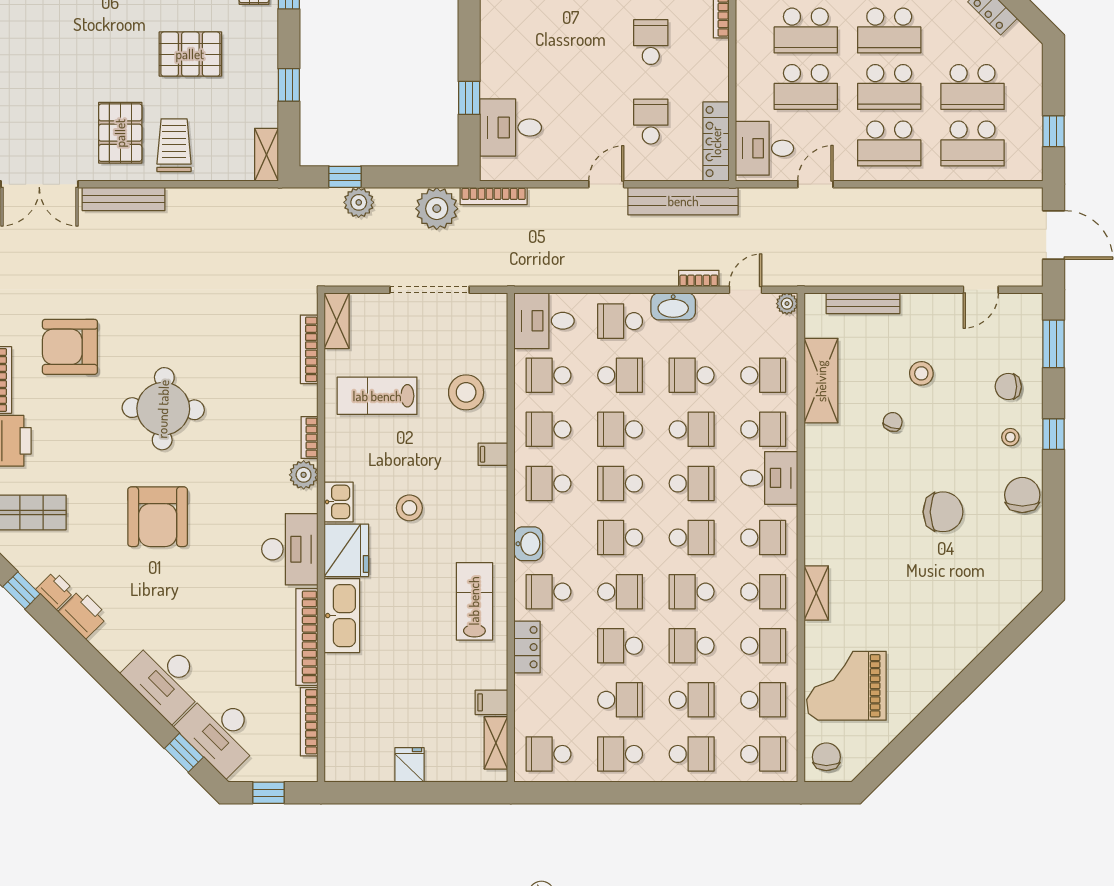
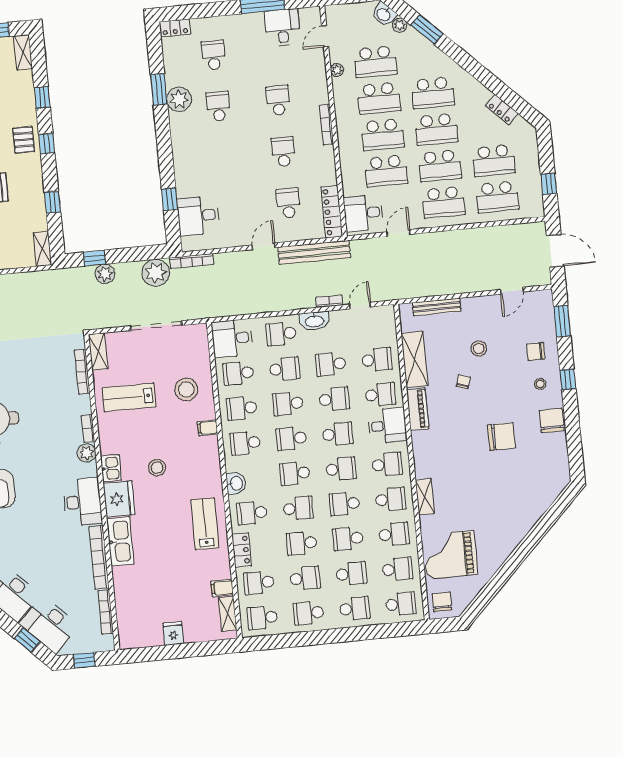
plant: (787, 304) -> (388, 312), removed
piano: (818, 457) -> (418, 409), added
school desk: (548, 700) -> (259, 583), added

